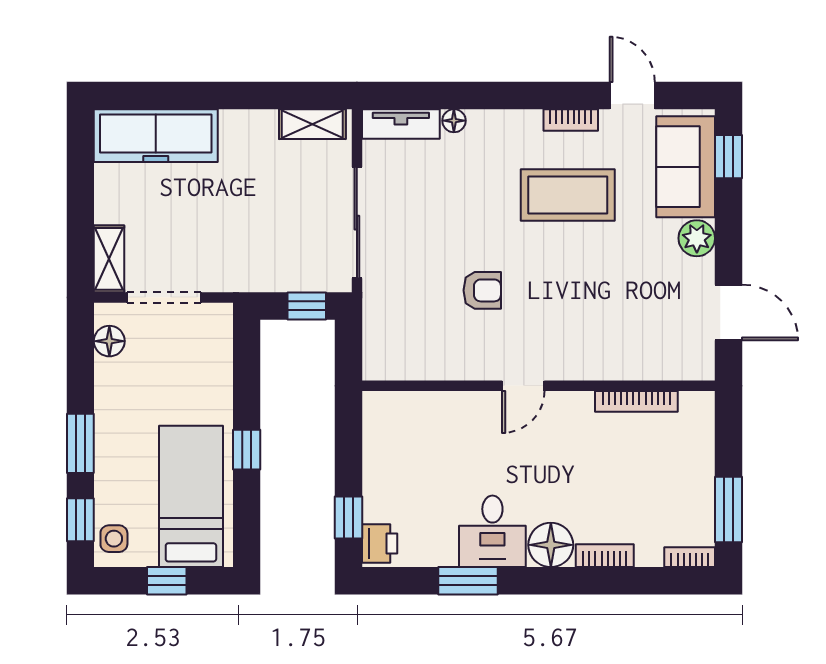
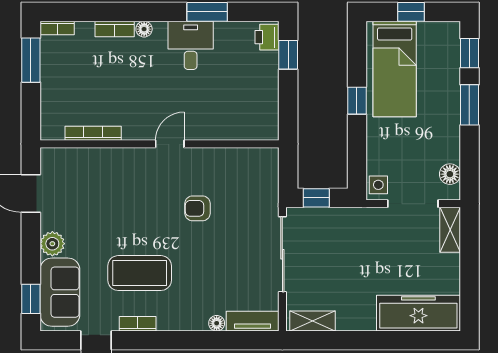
side table: (114, 539) -> (378, 185), moved
floor lamp: (551, 545) -> (144, 29), width x0.53, depth x0.53

